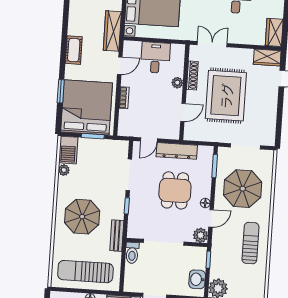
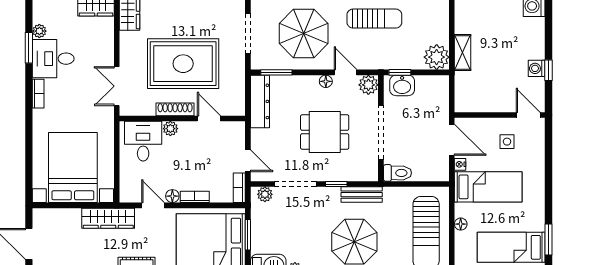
desk: (155, 58) -> (143, 141), moved, turned 90
shoe rack: (192, 75) -> (175, 109), moved
floor lamp: (126, 81) -> (172, 196), added
bookcase: (129, 132) -> (239, 188), added
plant: (123, 151) -> (265, 194), added
dresser: (177, 151) -> (260, 101), moved
dining table: (175, 190) -> (325, 132), moved
bench: (117, 236) -> (362, 195), moved
sun lounger: (250, 243) -> (374, 19), turned 180
washbasin: (197, 279) -> (402, 85), moved

